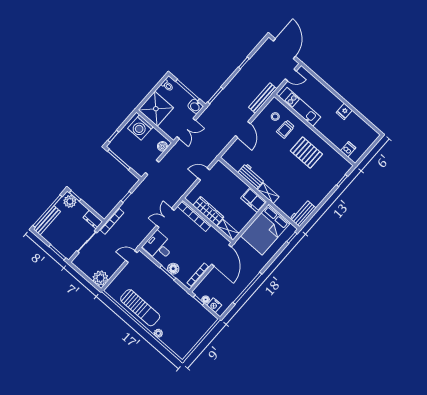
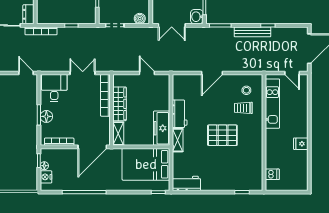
bench: (263, 98) -> (252, 32), moved
pallet: (306, 152) -> (222, 135), moved, turned 90
freezer: (254, 200) -> (162, 128), width x1.40

